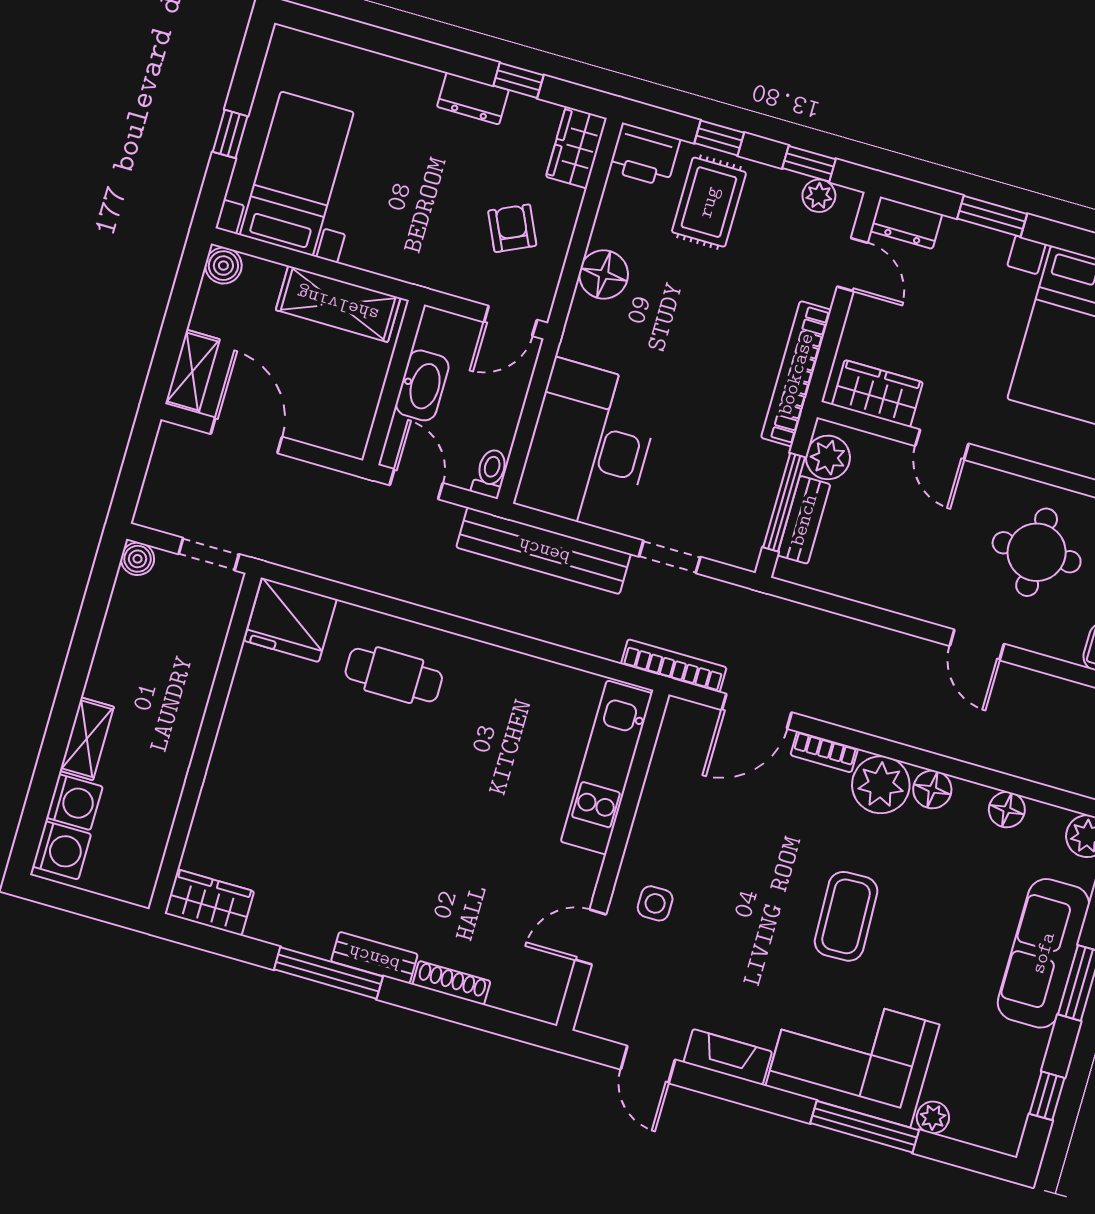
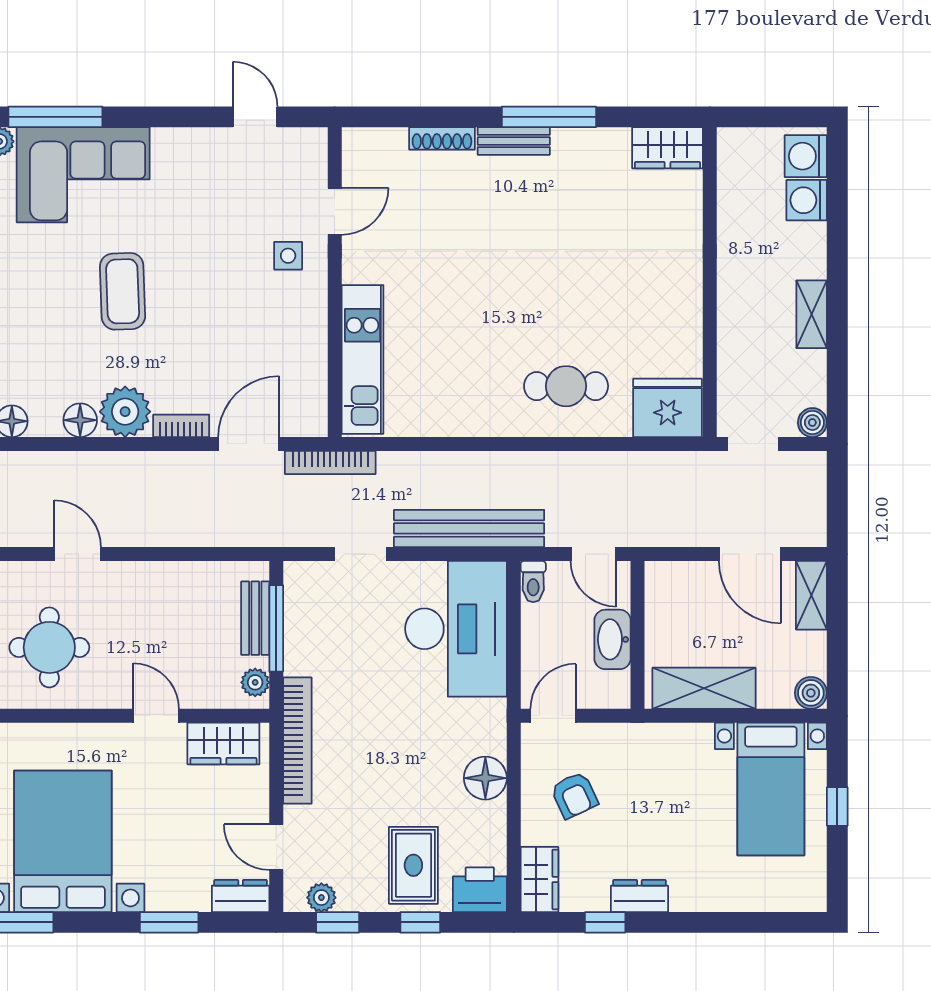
plant: (828, 457) -> (255, 682), width x0.73, depth x0.73
shelving: (87, 739) -> (812, 314), moved
fireplace: (728, 1057) -> (189, 143), removed

